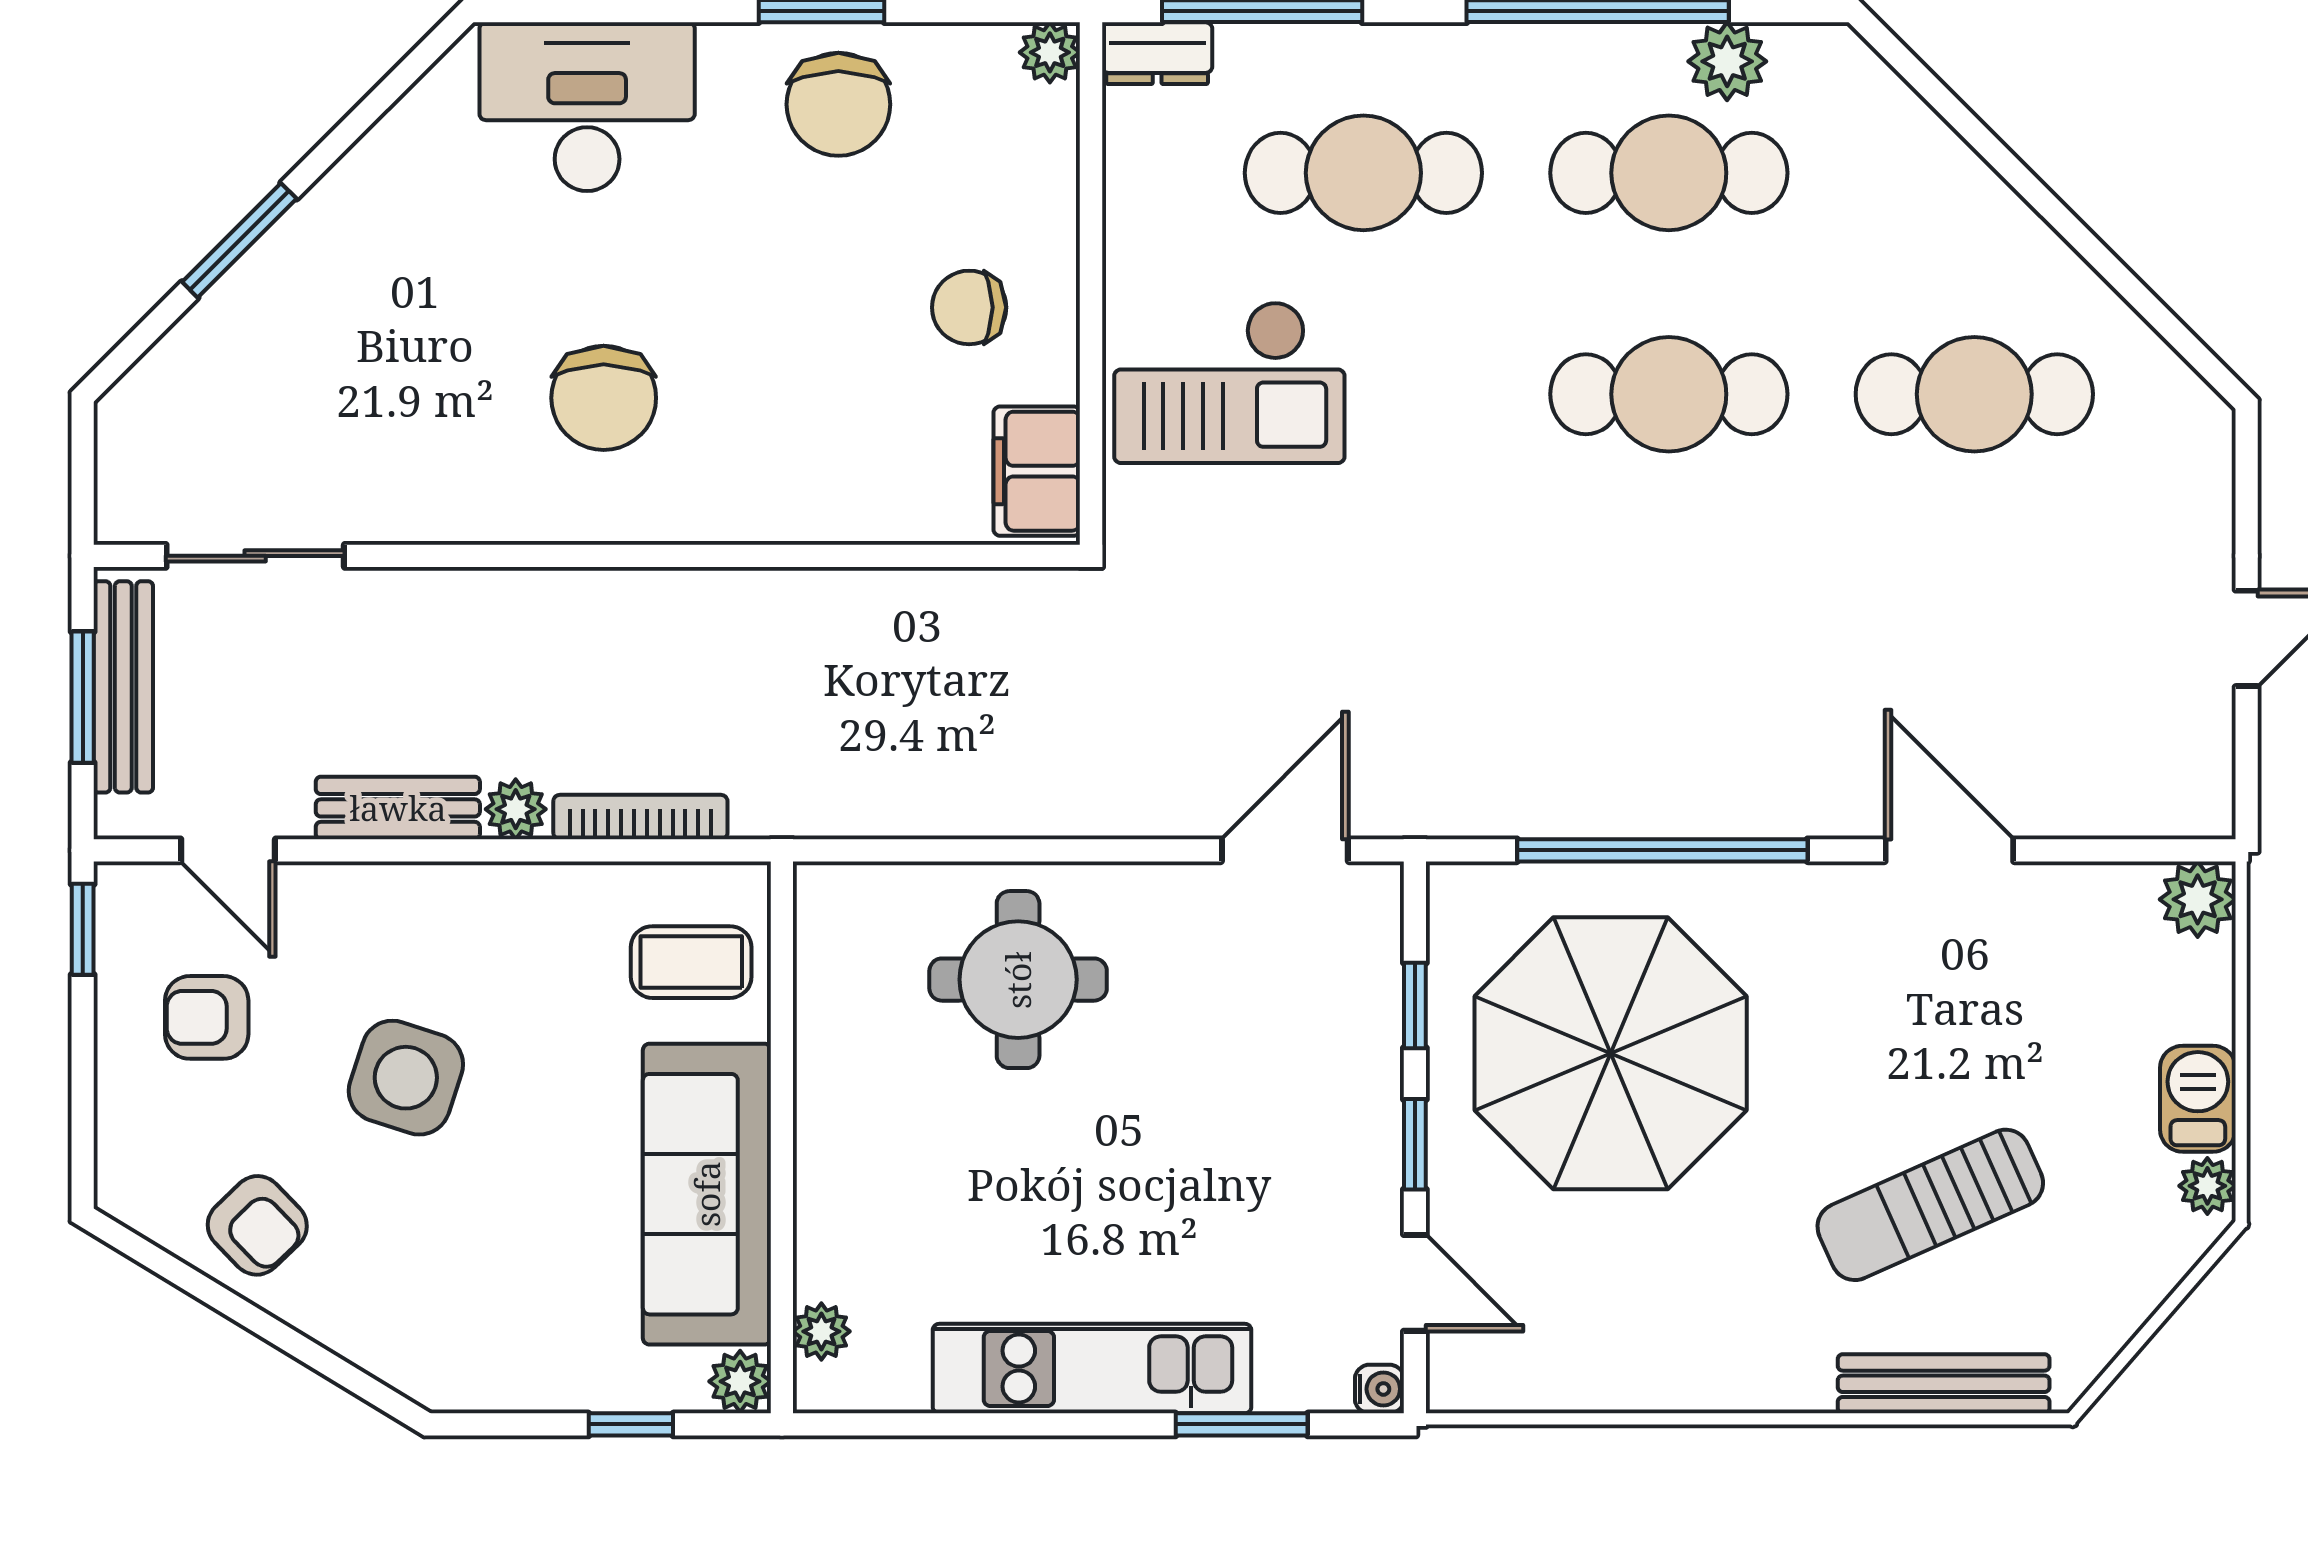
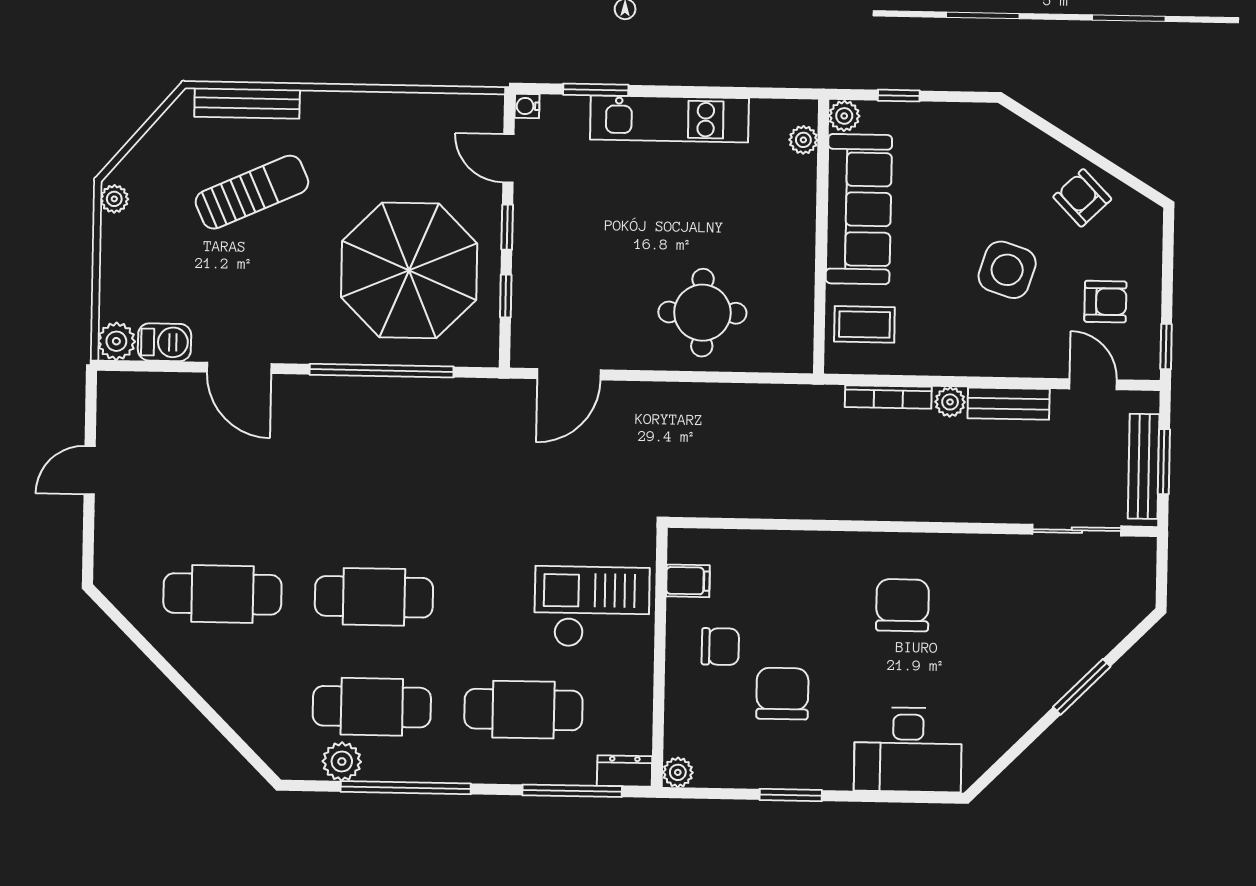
chair: (838, 104) -> (782, 694), moved
filing cabinet: (1037, 471) -> (688, 581), width x0.50
barbecue: (2198, 1099) -> (164, 342), moved, turned -90

